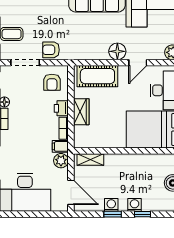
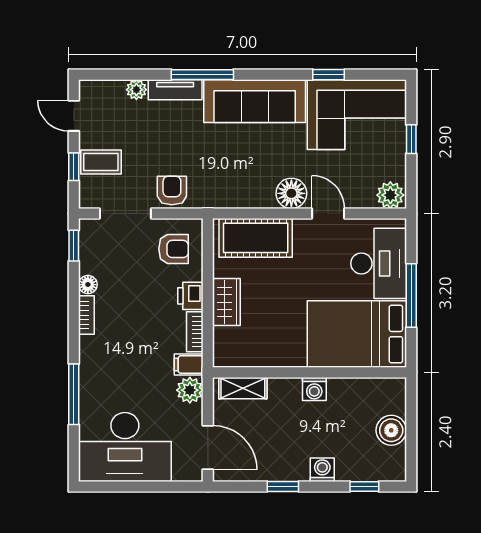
armchair: (51, 50) -> (172, 190), turned 90
door: (138, 63) -> (328, 214), swing flipped
armchair: (52, 82) -> (174, 249), turned -90
washing machine: (111, 205) -> (314, 389), moved, turned 180
window: (143, 214) -> (364, 486), moved

